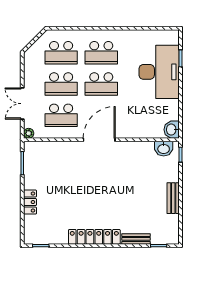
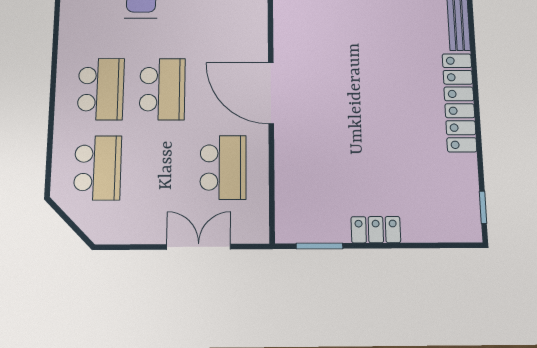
school desk: (61, 84) -> (161, 168), removed
double door: (22, 104) -> (199, 247), swing flipped
plant: (29, 133) -> (259, 233), removed
locker: (30, 202) -> (376, 230), moved

